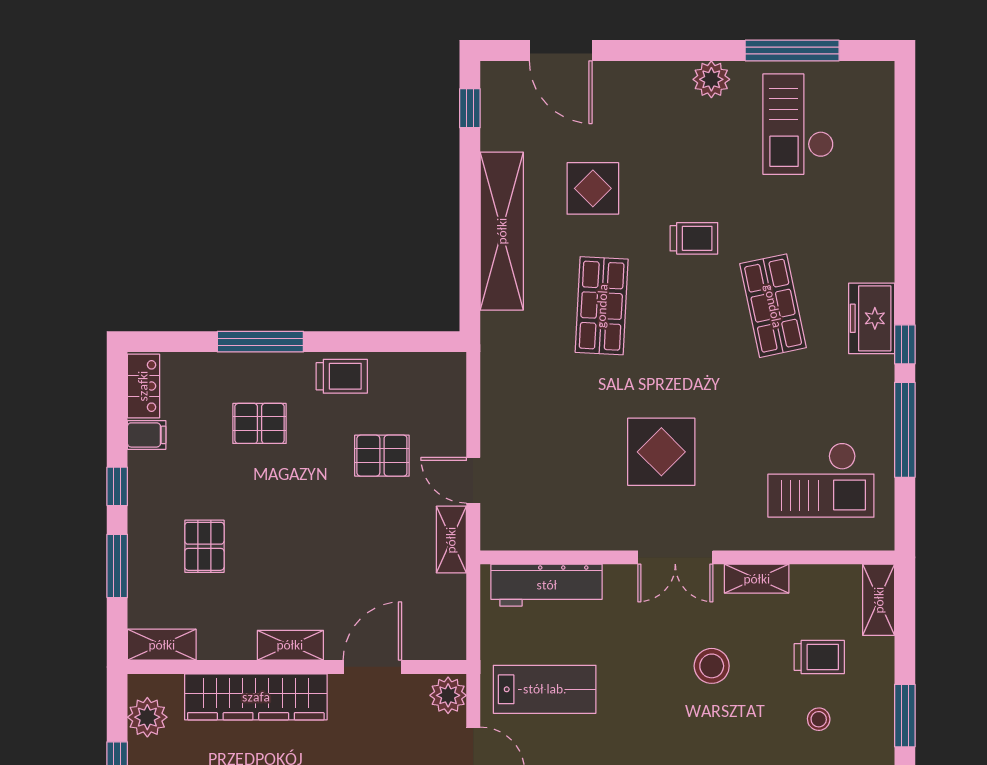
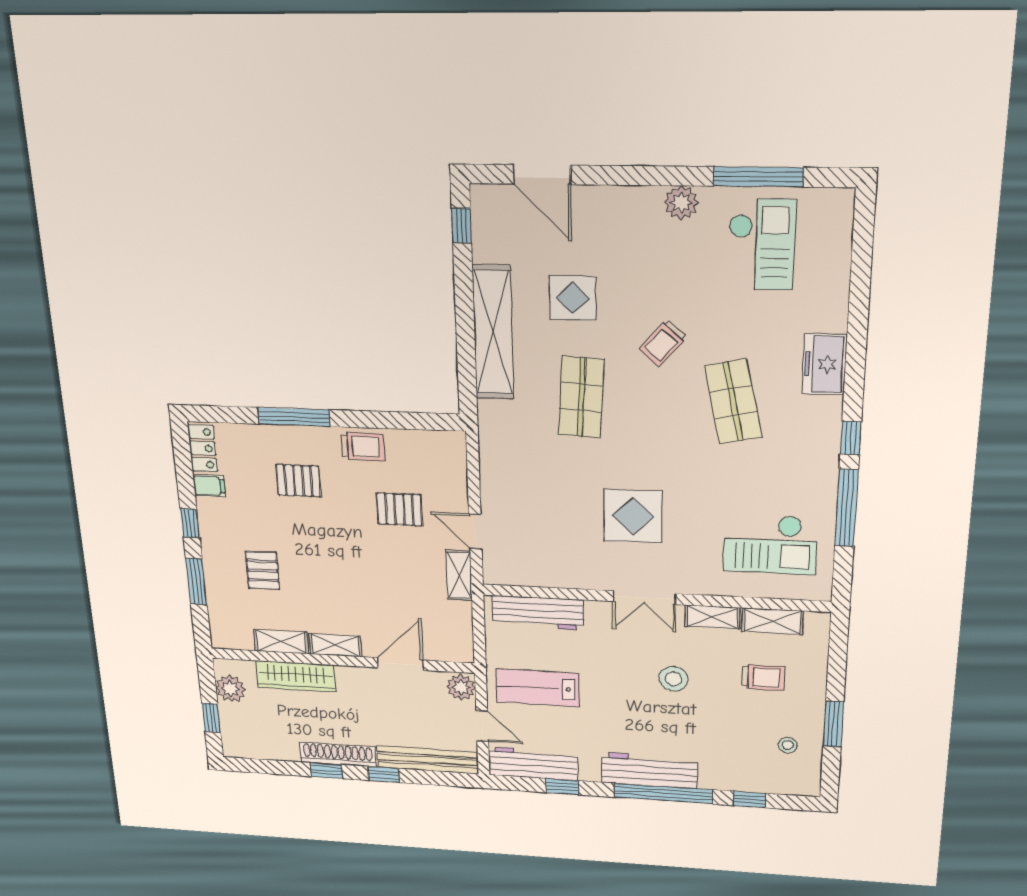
checkout: (798, 124) -> (761, 245), turned 180
trolley: (694, 238) -> (663, 343), turned 131
freezer: (872, 318) -> (824, 364), moved
shelving: (879, 600) -> (772, 621), moved, turned 90
shelving: (162, 645) -> (281, 642), moved
lab bench: (545, 689) -> (538, 688), turned 180
wardrobe: (256, 697) -> (296, 676), width x0.71, depth x0.85
stool: (819, 719) -> (788, 745), moved

